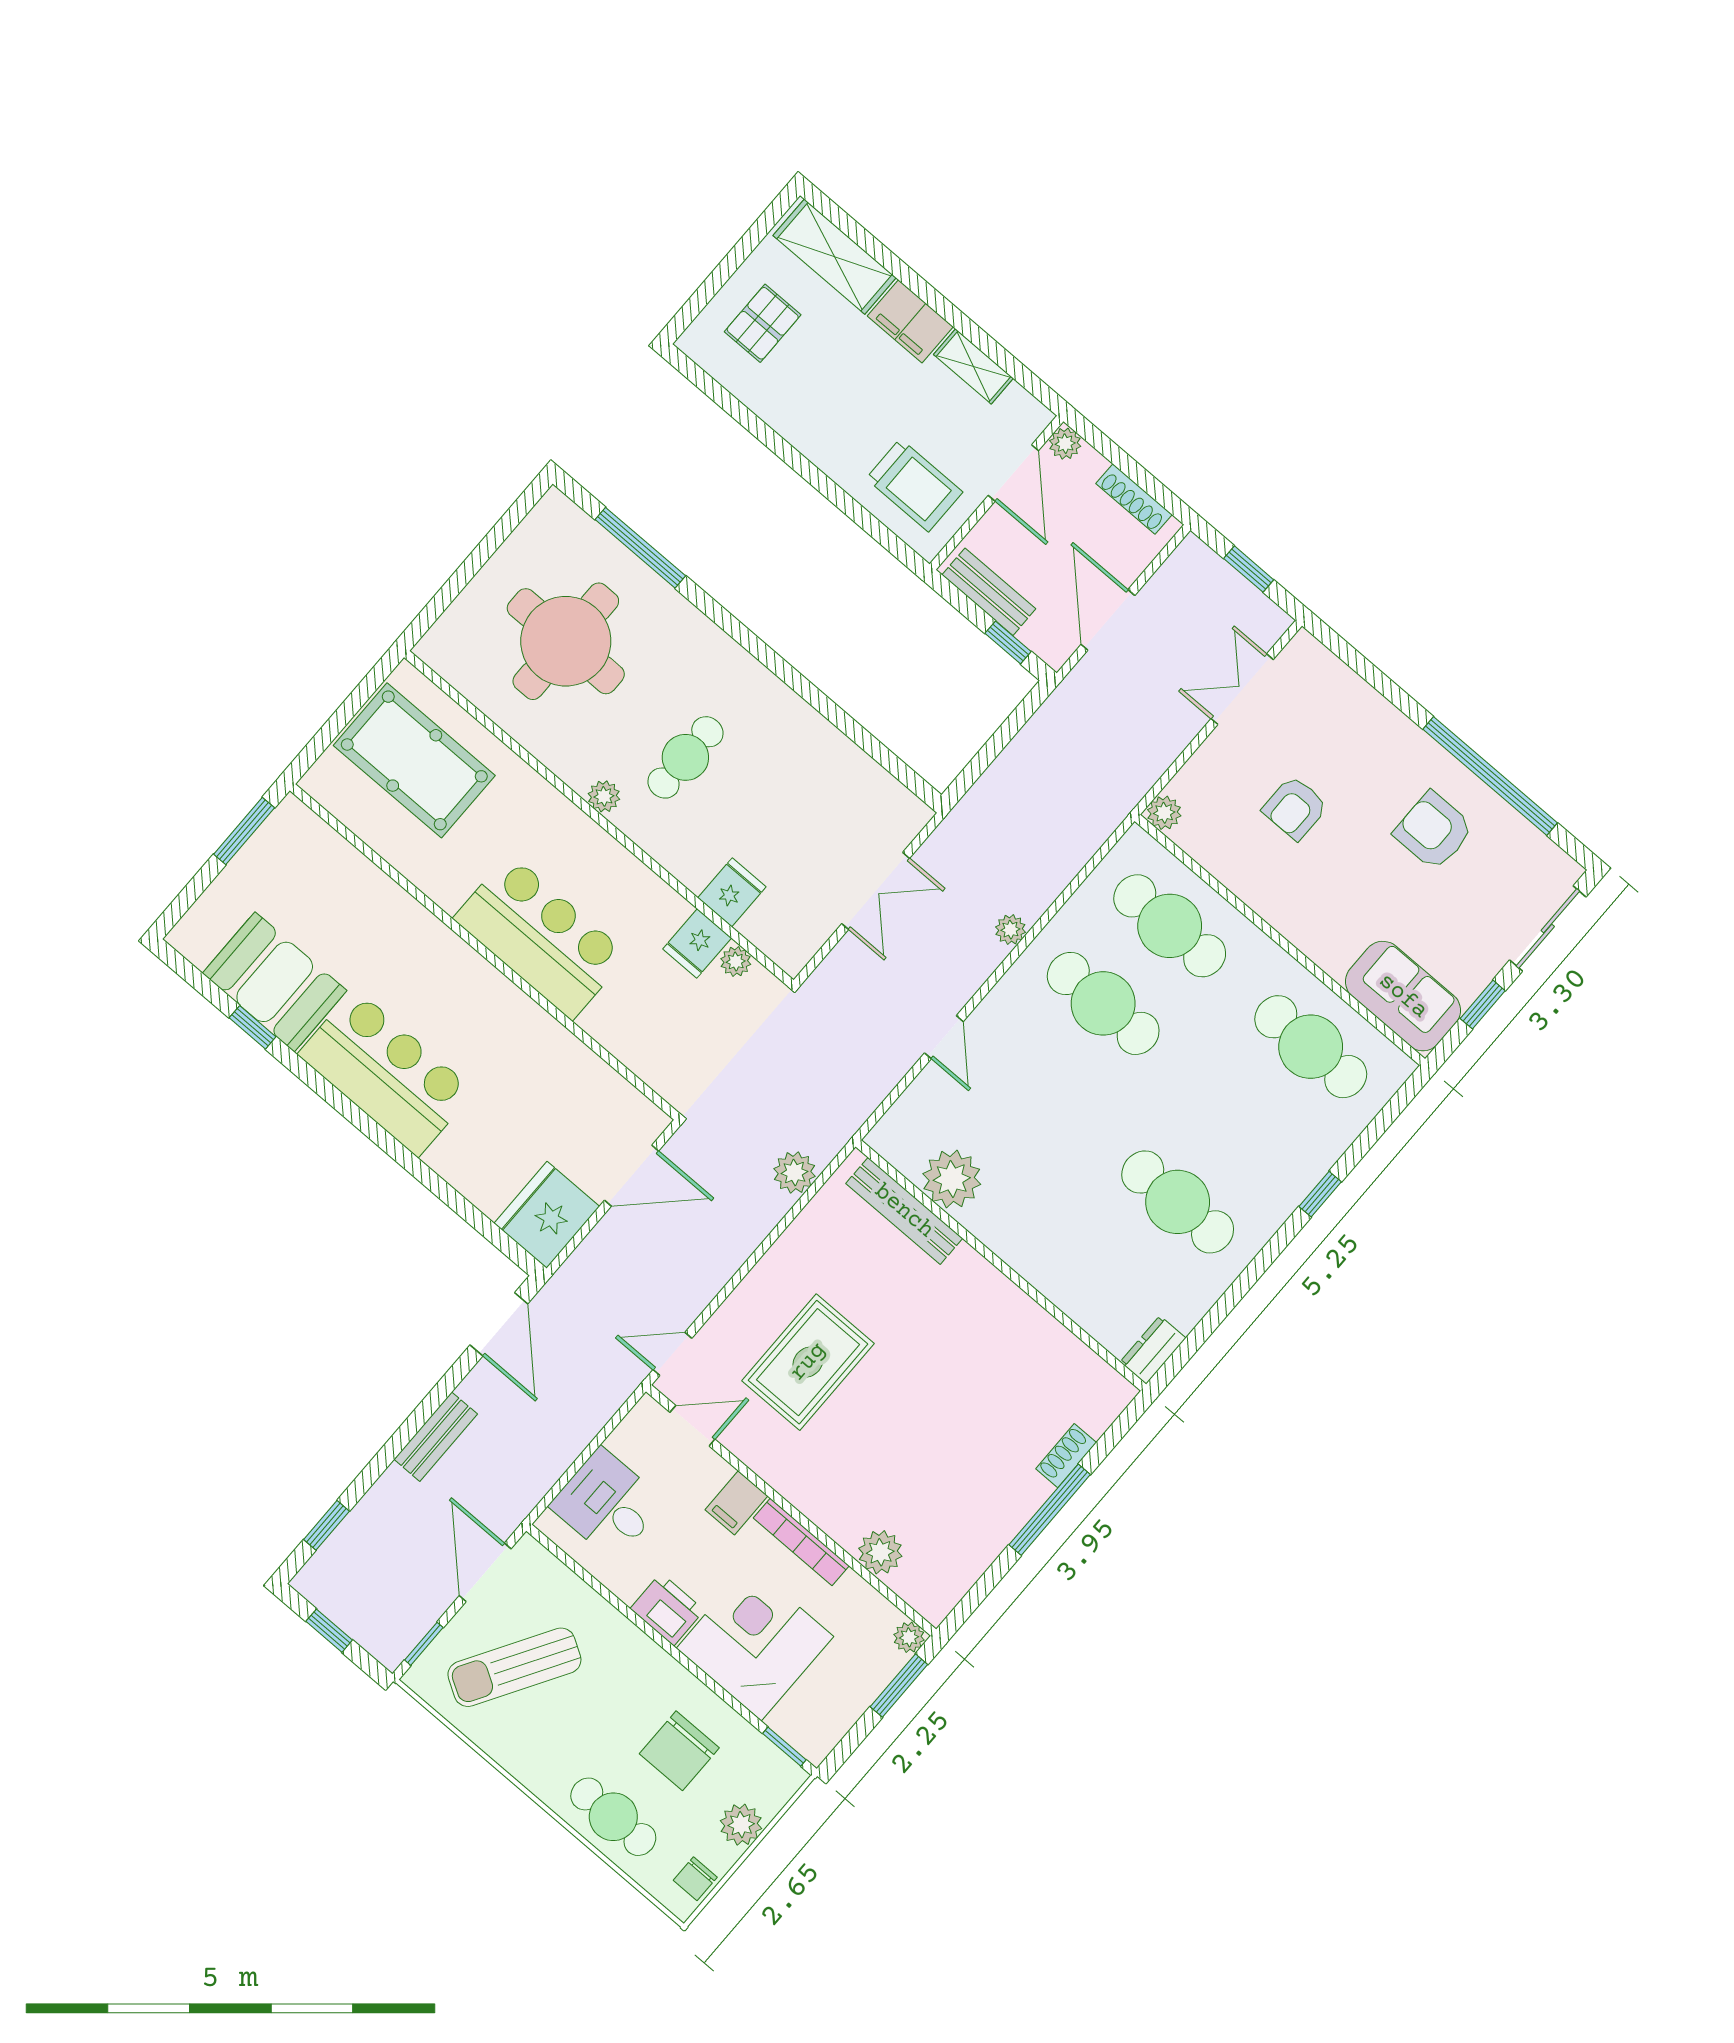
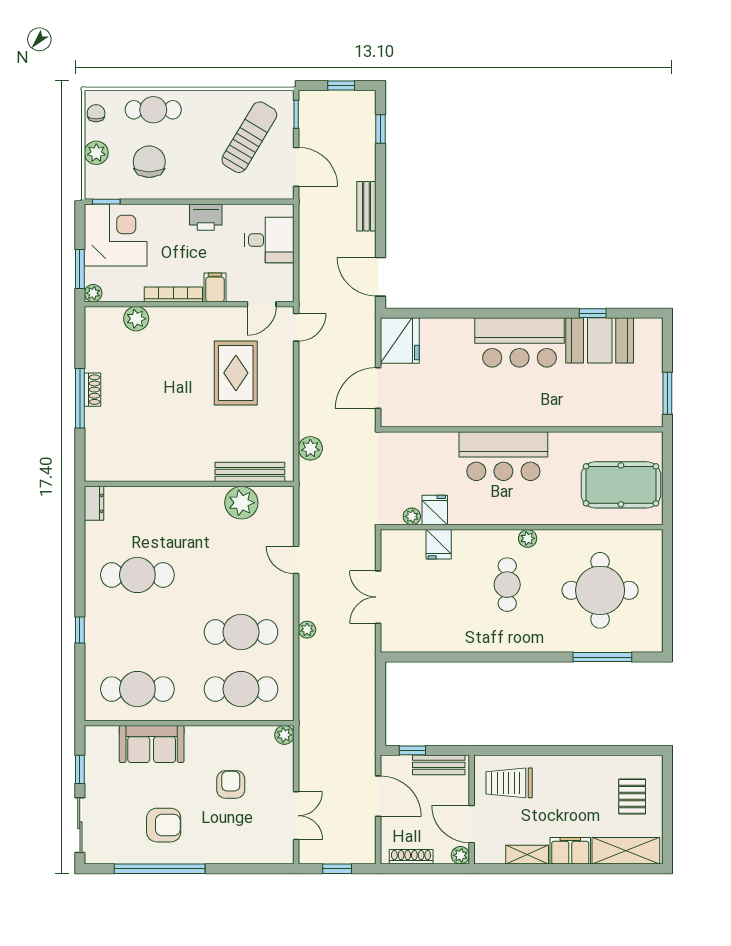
sofa: (1403, 996) -> (152, 744), moved
shoe rack: (1066, 1456) -> (93, 390), moved
corner desk: (755, 1642) -> (116, 235), moved, turned -90

